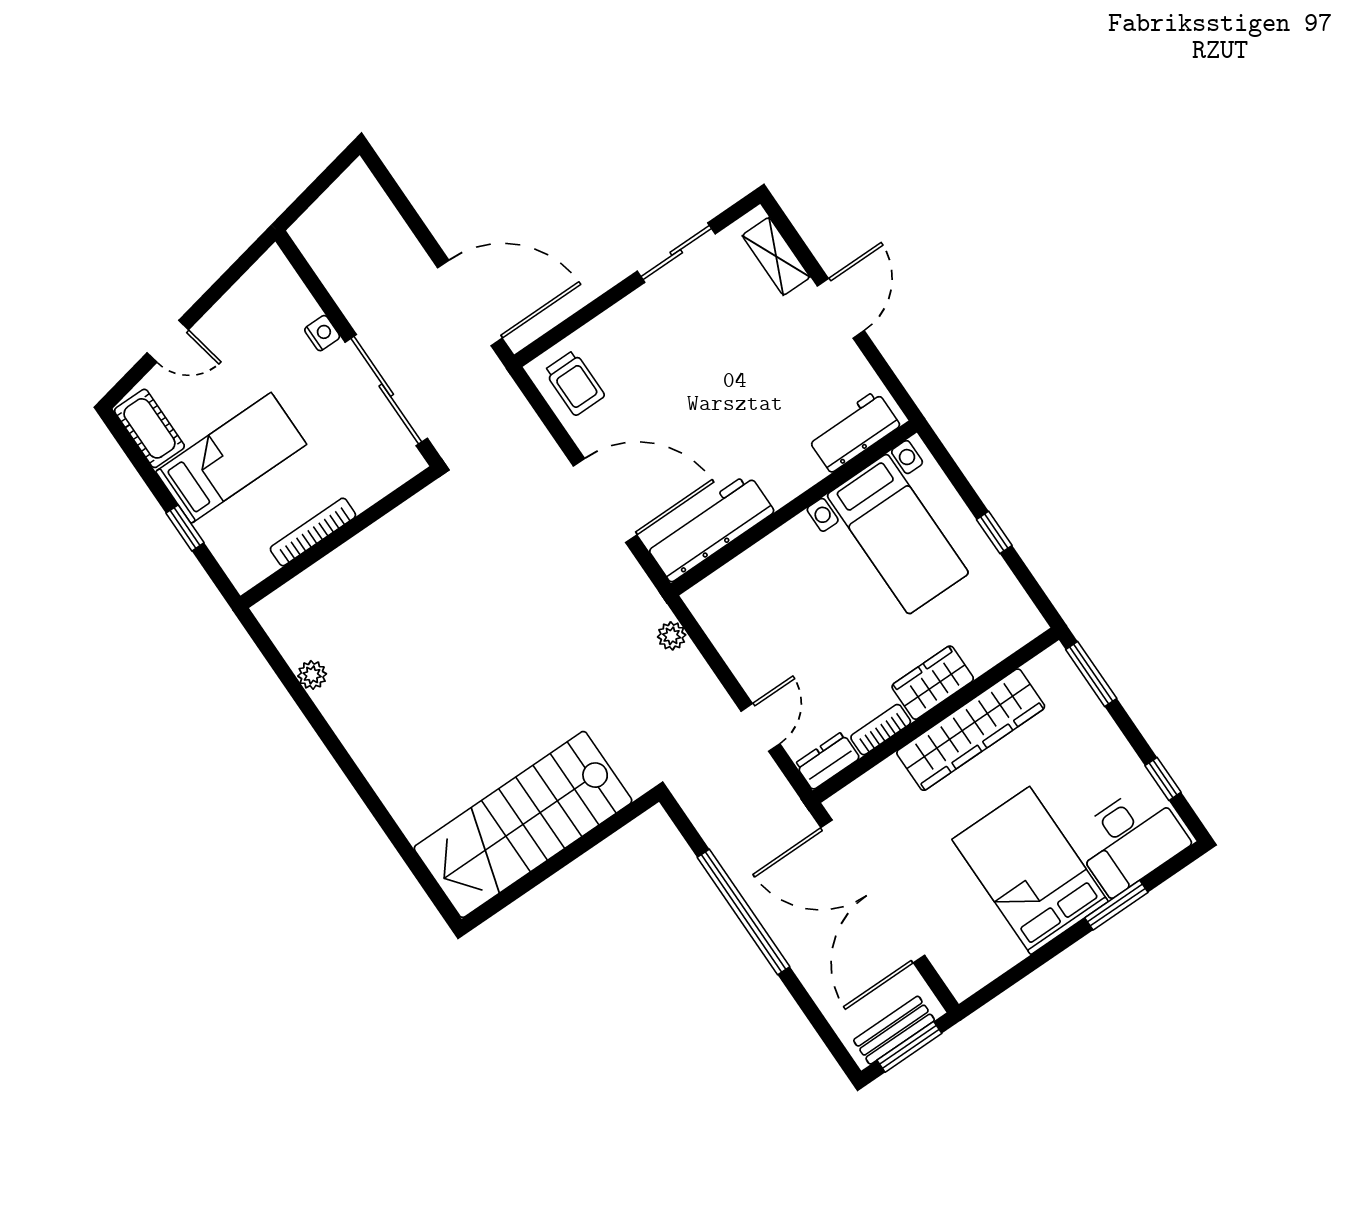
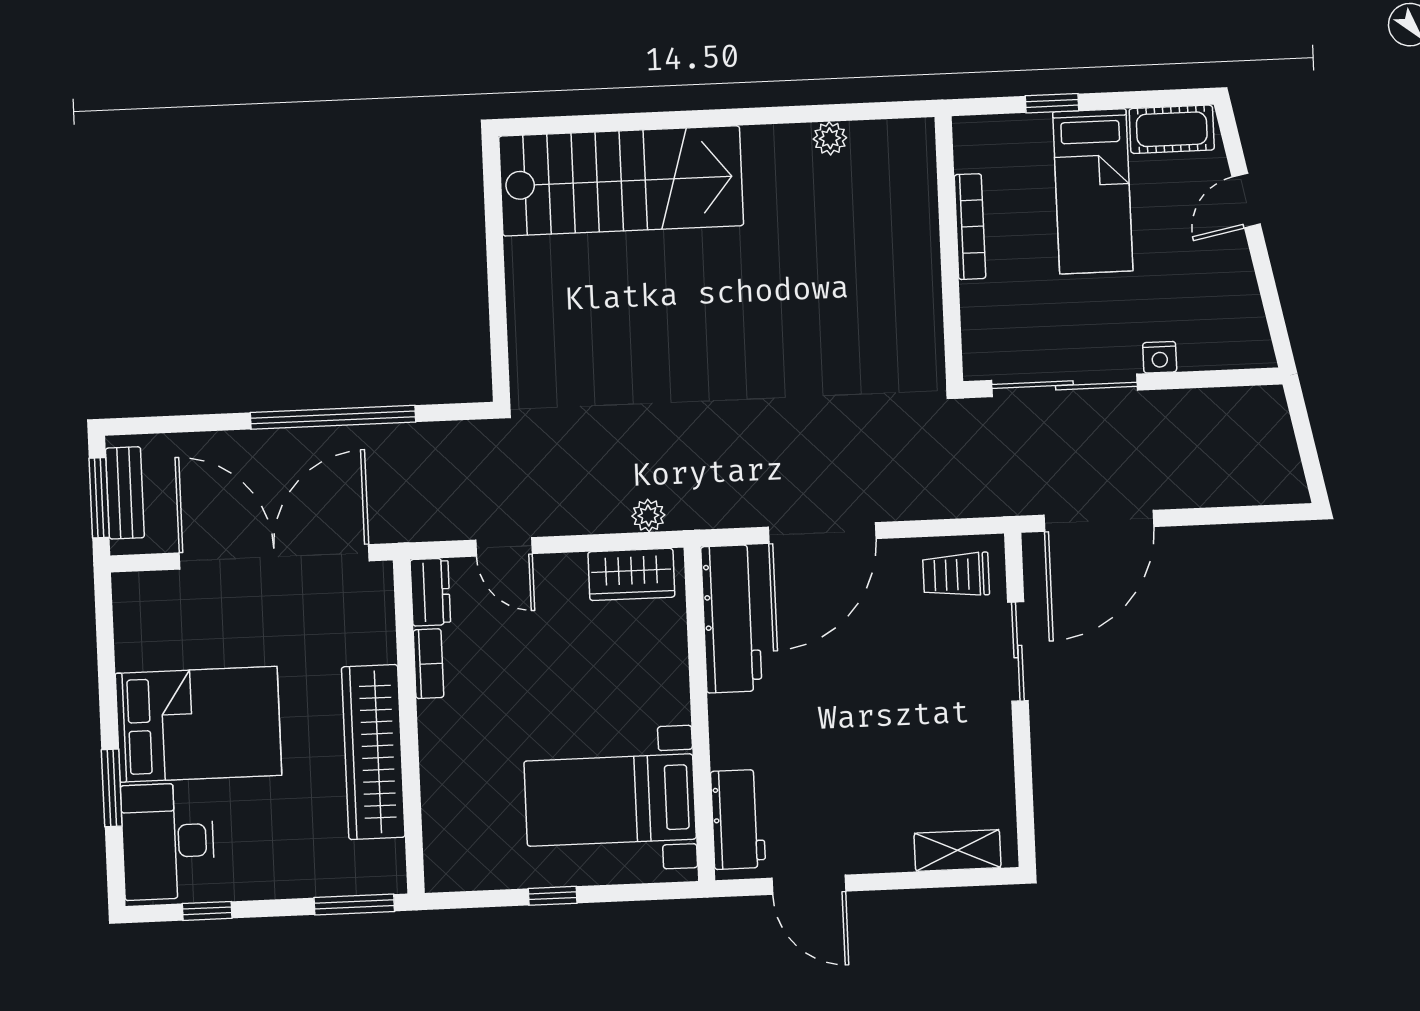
sliding door: (676, 253) -> (1018, 652), moved
door: (841, 308) -> (809, 885), moved
wardrobe: (933, 683) -> (631, 574), moved, turned 90
stairs: (523, 824) -> (621, 181), moved, turned 90

